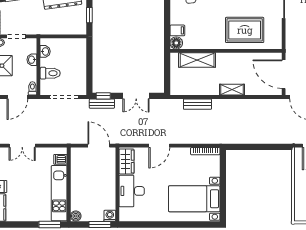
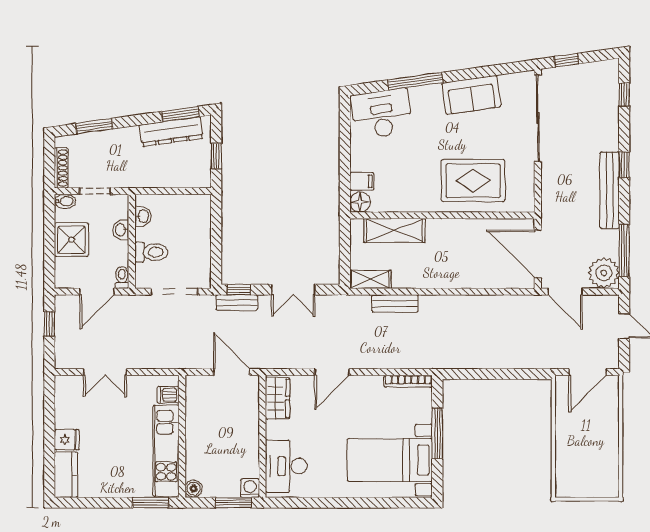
shelving: (232, 90) -> (370, 279), moved
window: (223, 183) -> (437, 433), added
desk: (132, 191) -> (286, 466), moved

